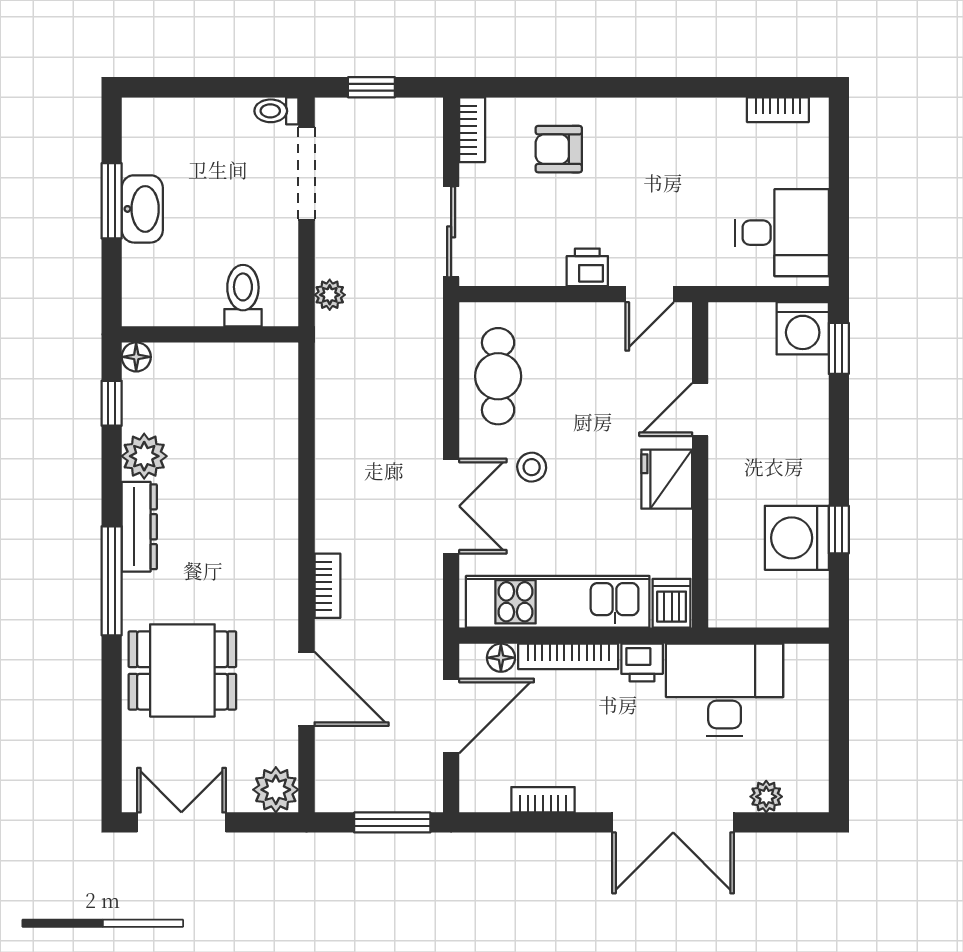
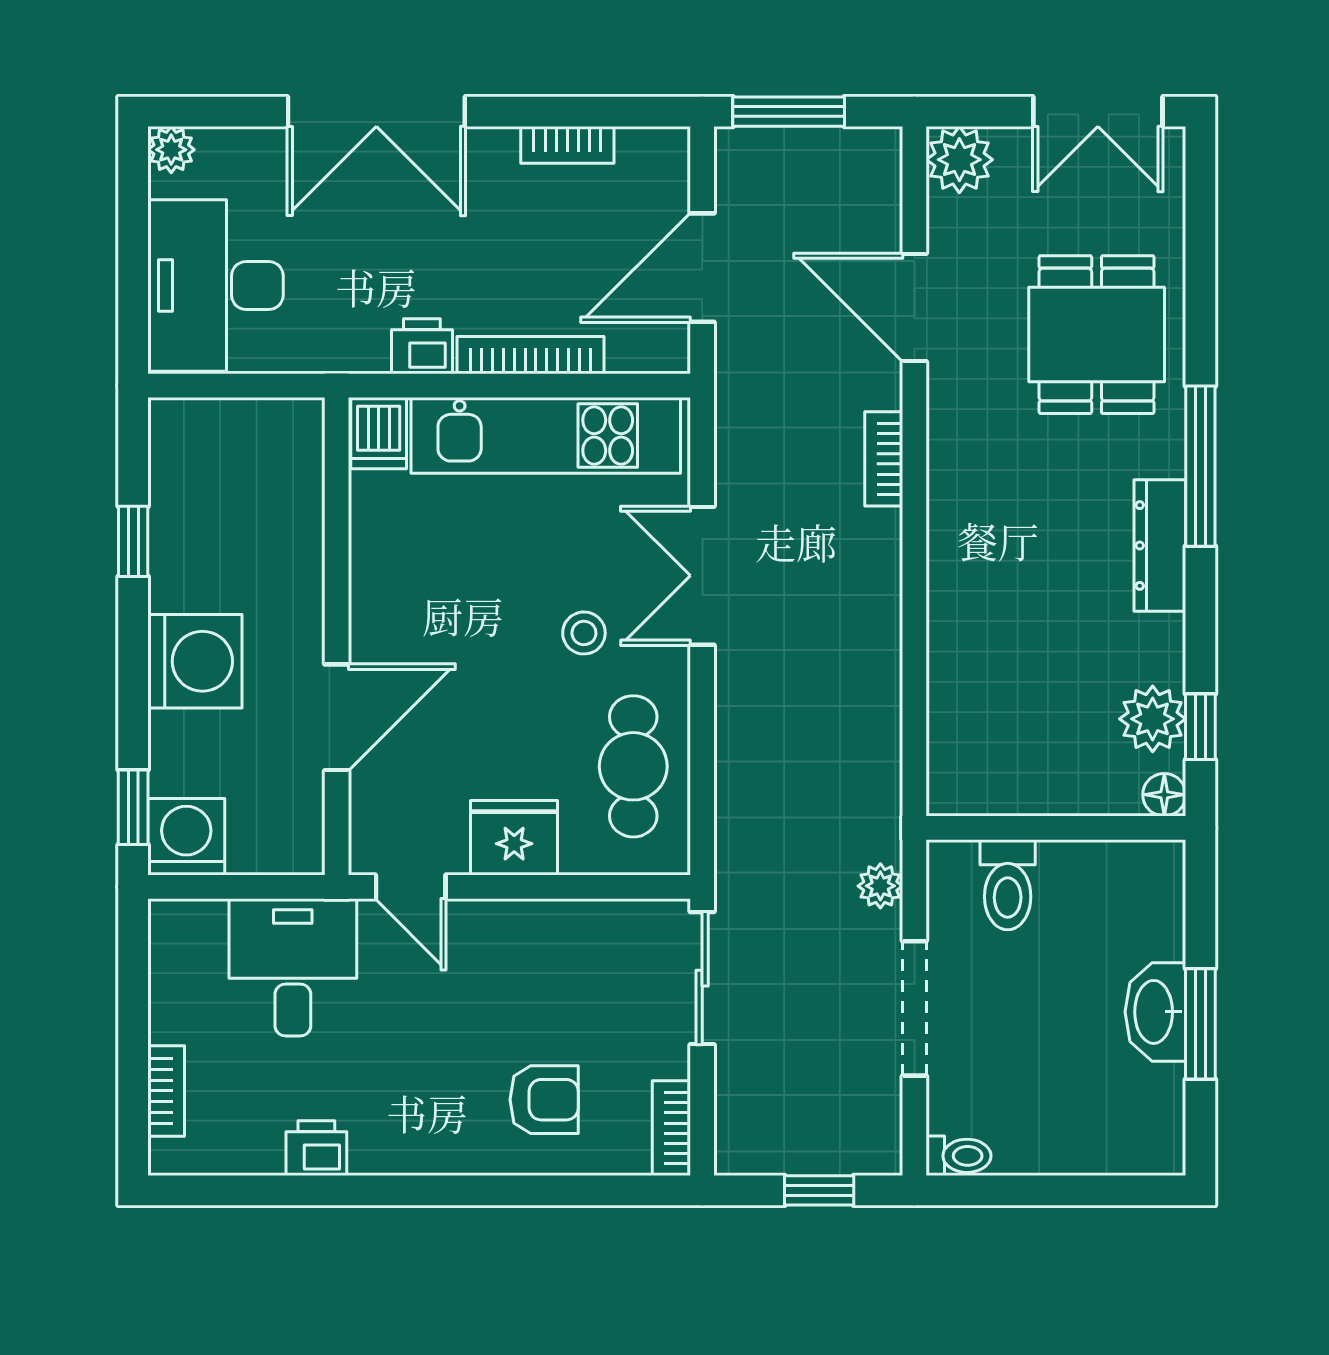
bookcase: (778, 110) -> (166, 1091), moved, turned 90
doorway: (307, 173) -> (914, 1008), moved
desk: (782, 233) -> (293, 967), moved, turned 90
printer: (587, 267) -> (316, 1148), moved, turned 180
door: (650, 294) -> (411, 887), swing flipped
door: (700, 410) -> (337, 717), width x1.38
plant: (144, 456) -> (1153, 719), moved
fridge: (667, 479) -> (514, 838), moved, turned -90
washing machine: (797, 538) -> (195, 661), moved
floor lamp: (501, 658) -> (629, 353), removed
dining table: (182, 670) -> (1097, 335), turned 90
desk: (725, 690) -> (215, 286), moved, turned 90
plant: (766, 797) -> (171, 150), moved
double door: (673, 822) -> (376, 112), swing flipped

